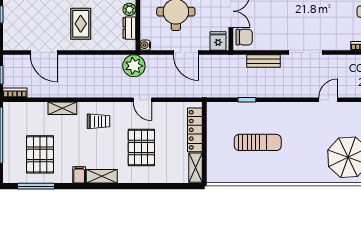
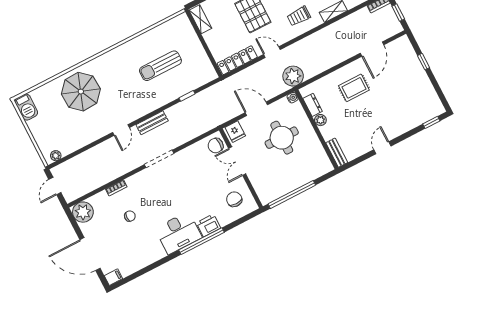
rug: (81, 24) -> (354, 88), turned 90
door: (44, 52) -> (372, 49), swing flipped
bench: (263, 61) -> (152, 123), moved
locker: (195, 130) -> (237, 60), moved, turned -90

